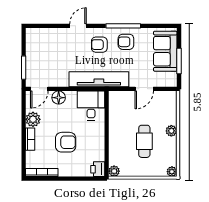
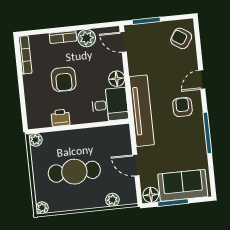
door: (78, 26) -> (202, 80), swing flipped
armchair: (126, 42) -> (181, 38), moved, turned -57
floor lamp: (171, 79) -> (151, 195), added
floor lamp: (59, 98) -> (117, 79), moved
plant: (171, 131) -> (112, 200), moved
cafe table: (144, 141) -> (74, 172), width x1.37, depth x1.35
printer: (98, 169) -> (60, 118), moved

